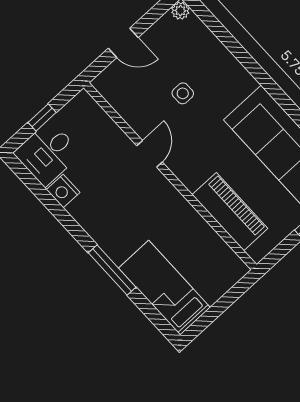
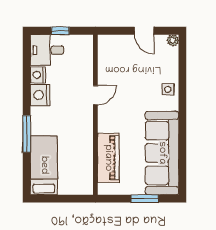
door: (123, 43) -> (144, 31), moved
side table: (183, 93) -> (168, 89), moved
nightstand: (87, 212) -> (40, 95), added

